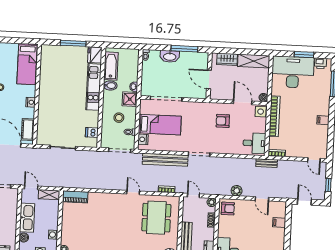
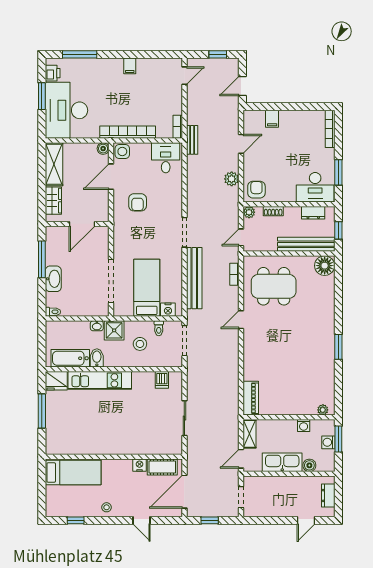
nightstand: (31, 102) -> (139, 465), moved

